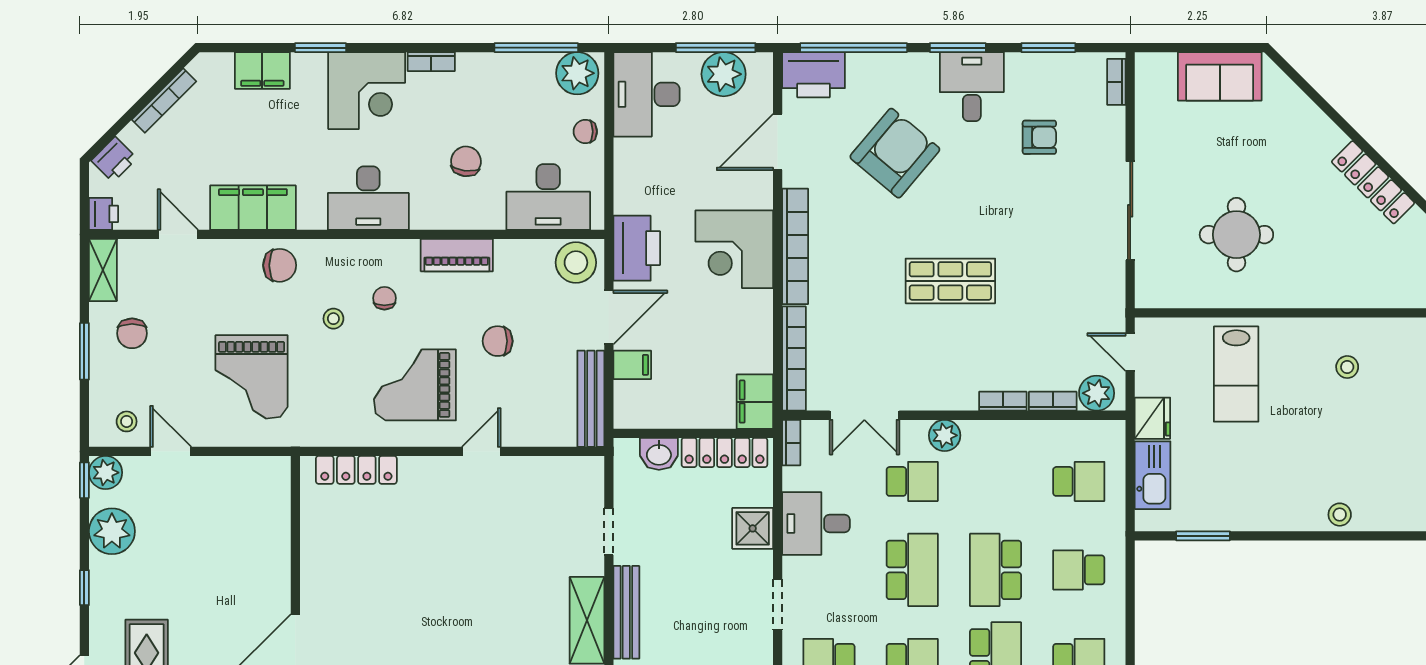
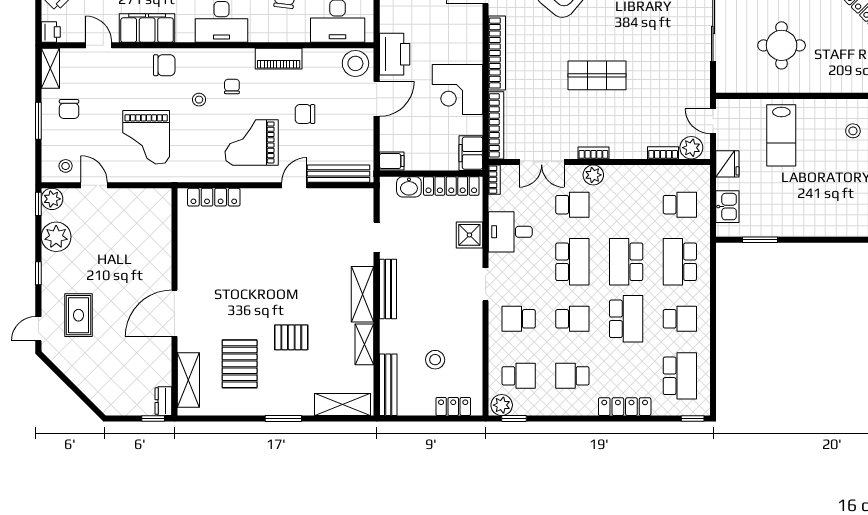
corner desk: (734, 249) -> (458, 90), moved
filing cabinet: (632, 365) -> (392, 161), moved
bench: (591, 399) -> (338, 174), moved, turned 90
bookcase: (1003, 401) -> (593, 153), moved
kitchen sink: (1153, 475) -> (727, 207), width x0.73
stool: (1340, 515) -> (848, 226), removed
school desk: (1079, 570) -> (680, 262), width x1.85

